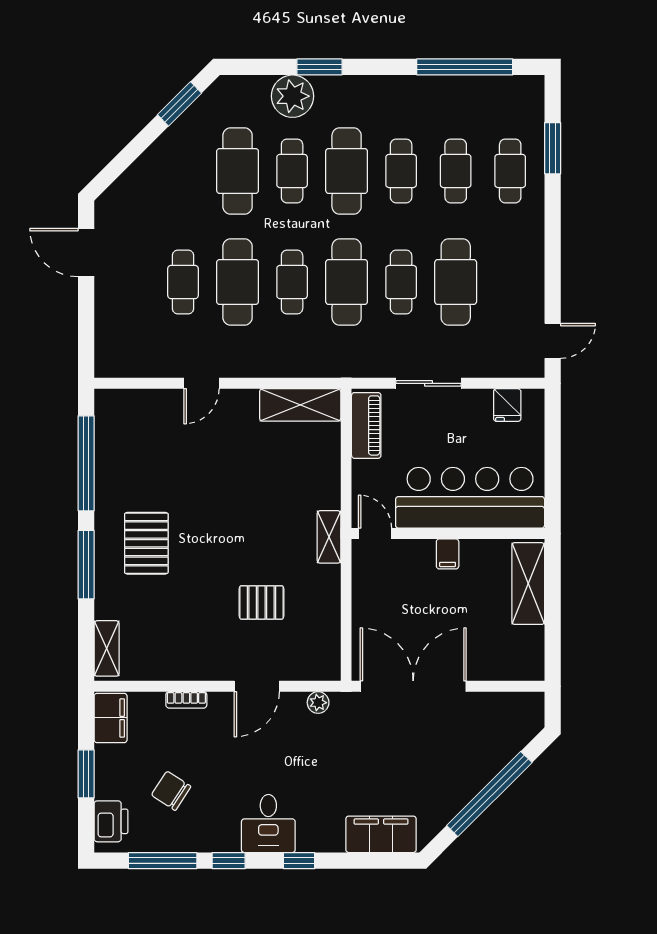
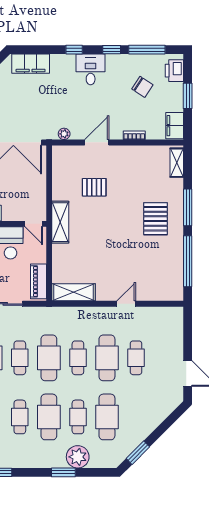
shelving: (329, 537) -> (60, 222), width x1.50, depth x1.33

